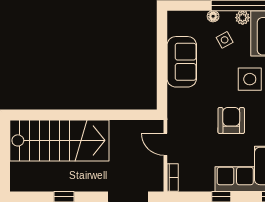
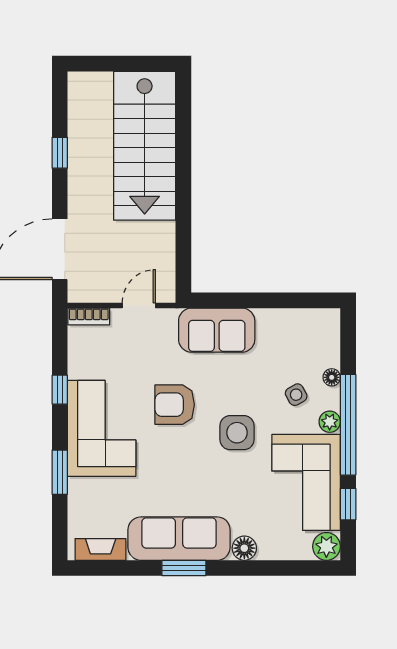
sofa: (182, 62) -> (217, 330), moved
armchair: (231, 120) -> (175, 405), turned 180

